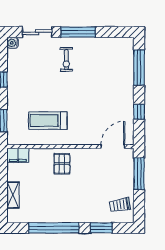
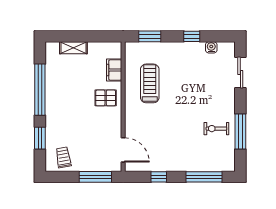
window: (78, 32) -> (240, 132), moved
water cooler: (13, 43) -> (211, 47), moved
exercise bike: (66, 60) -> (216, 129), moved
filing cabinet: (18, 155) -> (114, 70), moved

